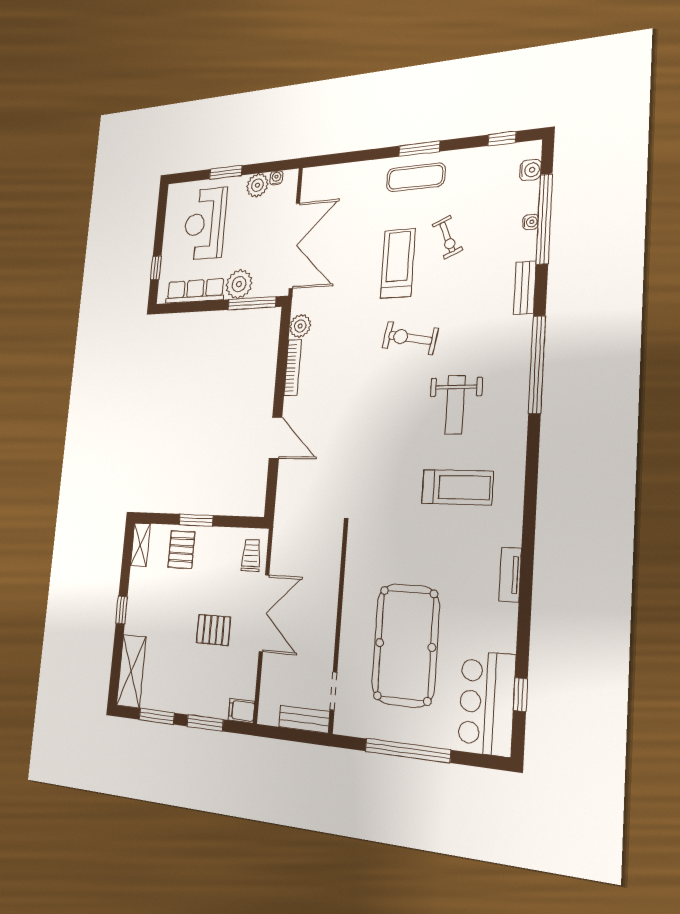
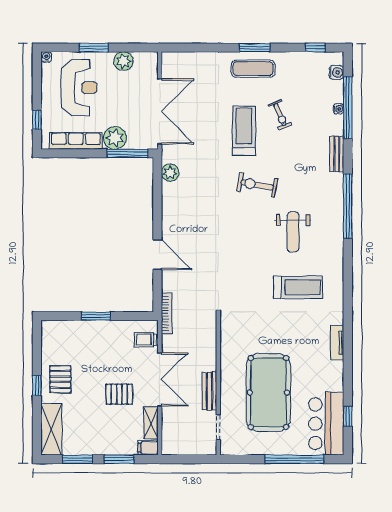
water cooler: (276, 178) -> (46, 57), moved
reception desk: (205, 224) -> (79, 88), turned 180
bookcase: (293, 368) -> (167, 313), moved
shelving: (140, 545) -> (151, 423), moved
pallet: (181, 550) -> (60, 379), moved
trolley: (251, 555) -> (145, 340), turned -90
bench: (304, 719) -> (209, 391), moved, turned 90
window: (407, 751) -> (294, 459), moved

